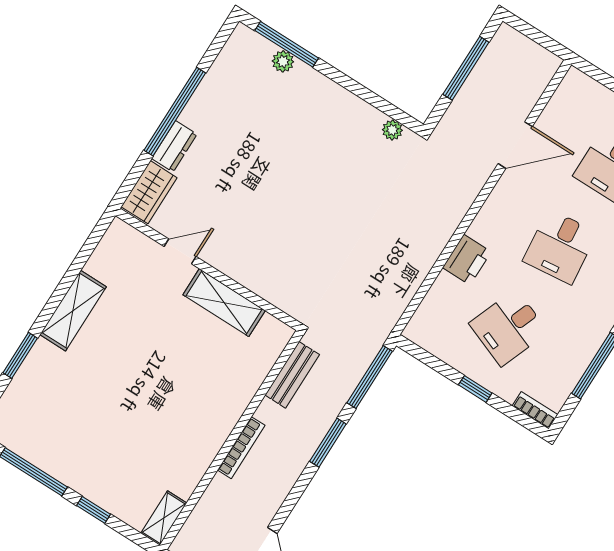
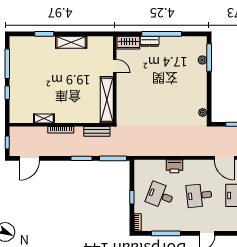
shelving: (224, 303) -> (107, 100), width x1.47
shelving: (164, 518) -> (44, 119), moved

